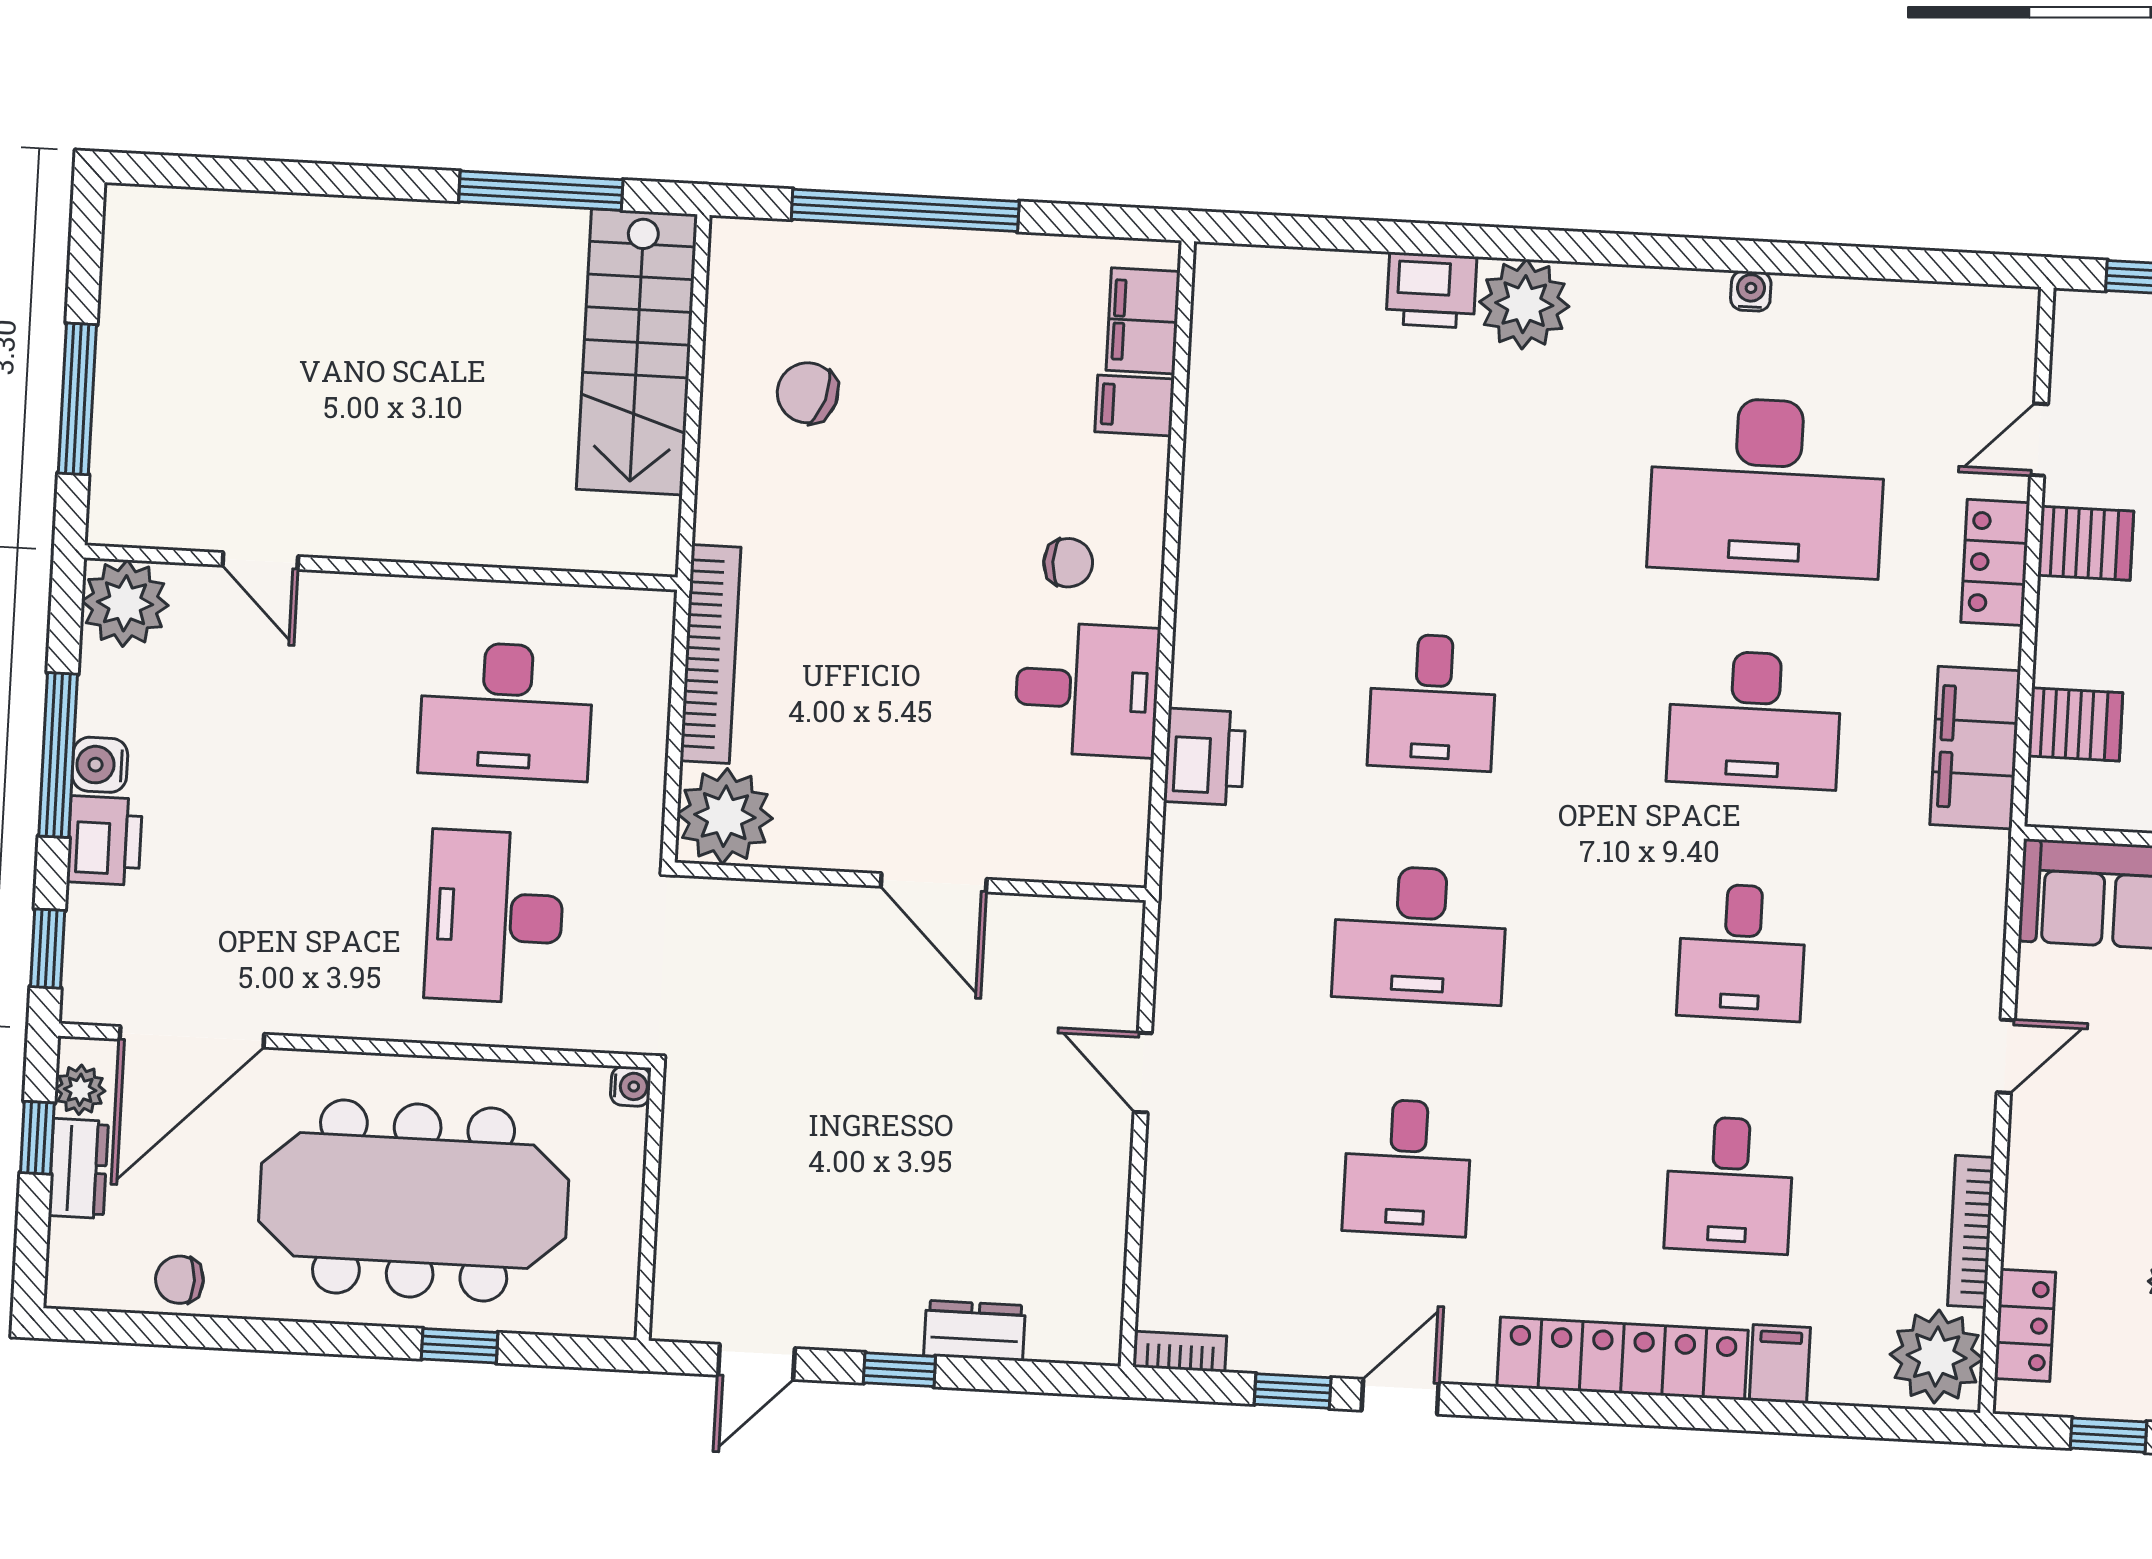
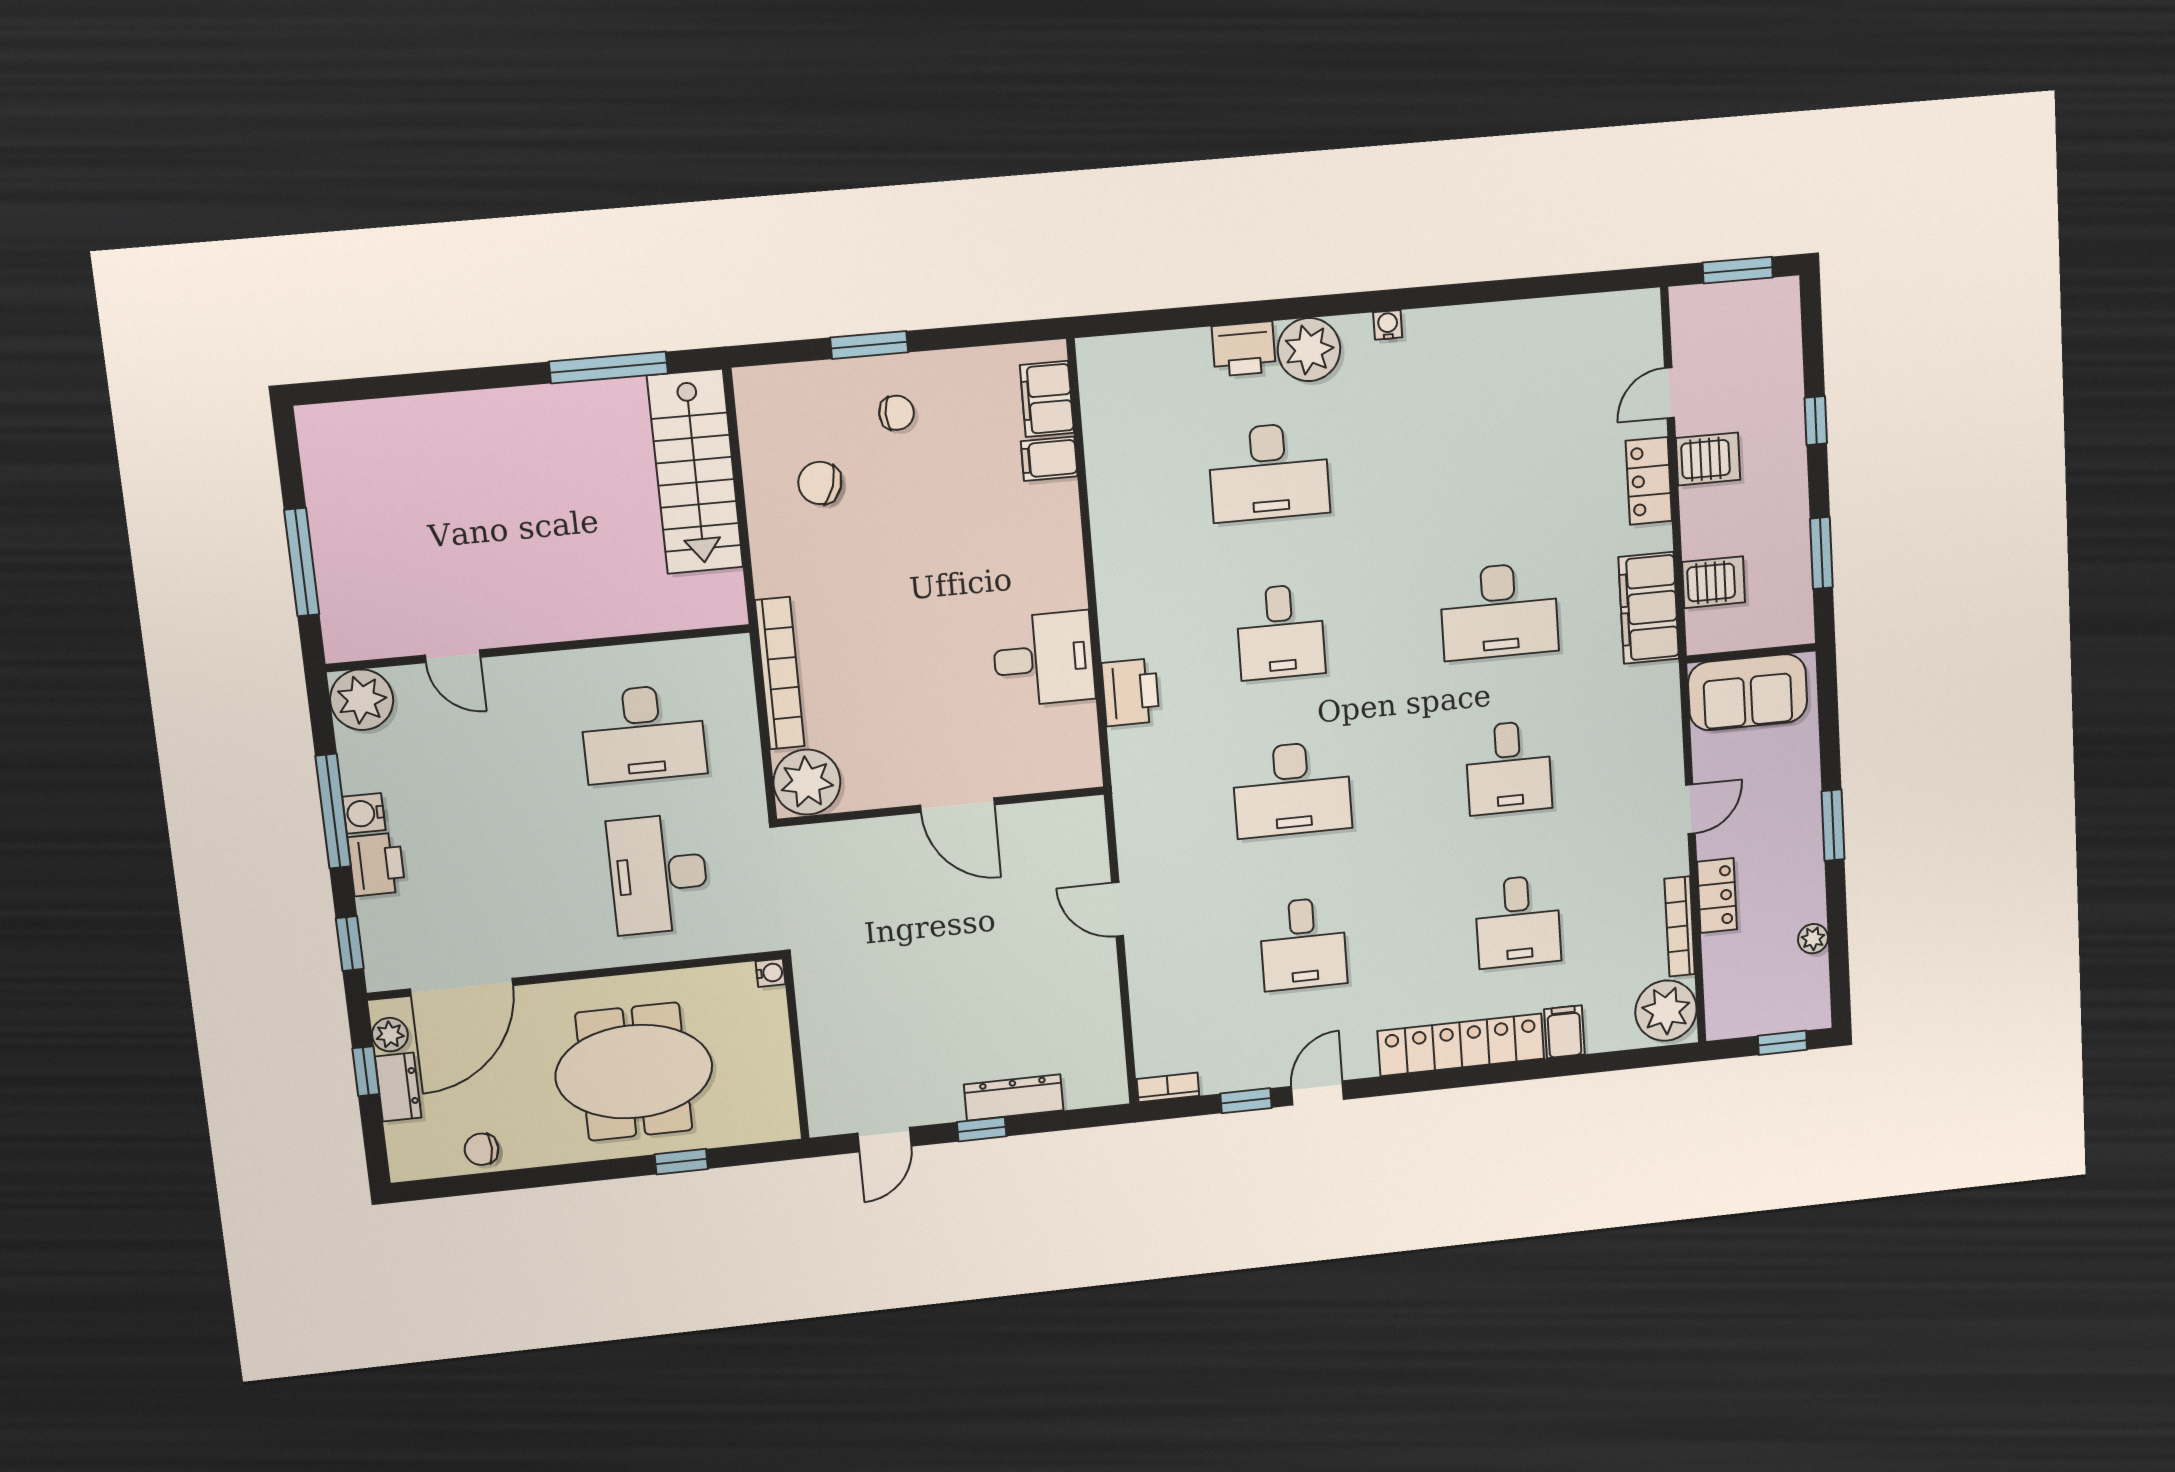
window: (905, 210) -> (869, 345), width x0.47
water cooler: (1751, 291) -> (1388, 325), moved
desk: (1767, 487) -> (1269, 472), moved, width x0.73, depth x0.77
chair: (1068, 563) -> (896, 413), moved
meeting table: (414, 1201) -> (634, 1072), width x0.73
locker: (2025, 1325) -> (1717, 896), moved
dresser: (975, 1331) -> (1014, 1097), width x1.44

